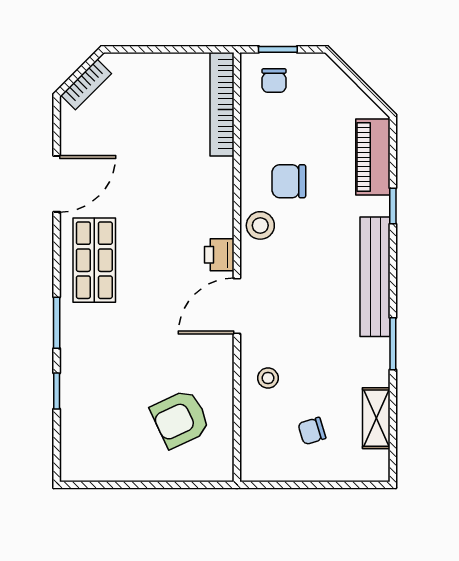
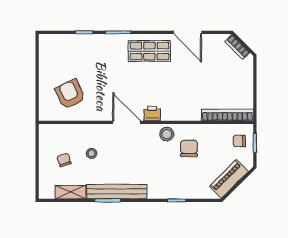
piano: (373, 157) -> (229, 179), moved, turned -45
bench: (375, 277) -> (117, 192), moved
stool: (268, 378) -> (92, 153), moved

